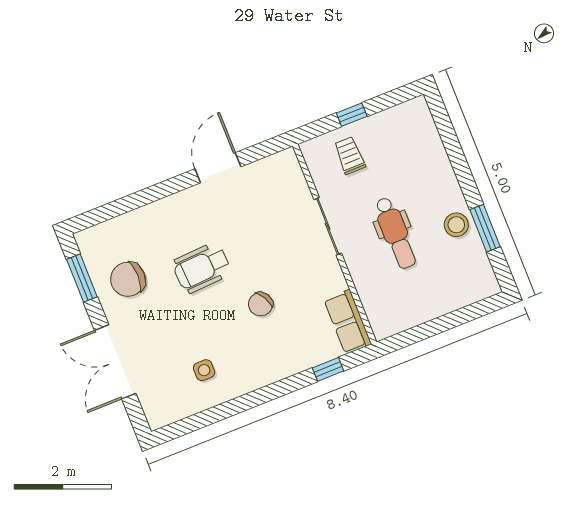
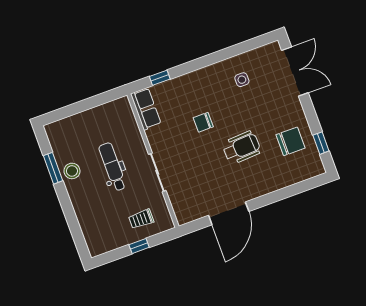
trolley: (350, 155) -> (141, 219), turned 90
door: (218, 168) -> (229, 213), width x1.36
window: (82, 278) -> (321, 143), width x0.67
chair: (261, 304) -> (203, 122), turned -151
double door: (115, 362) -> (295, 71), moved

